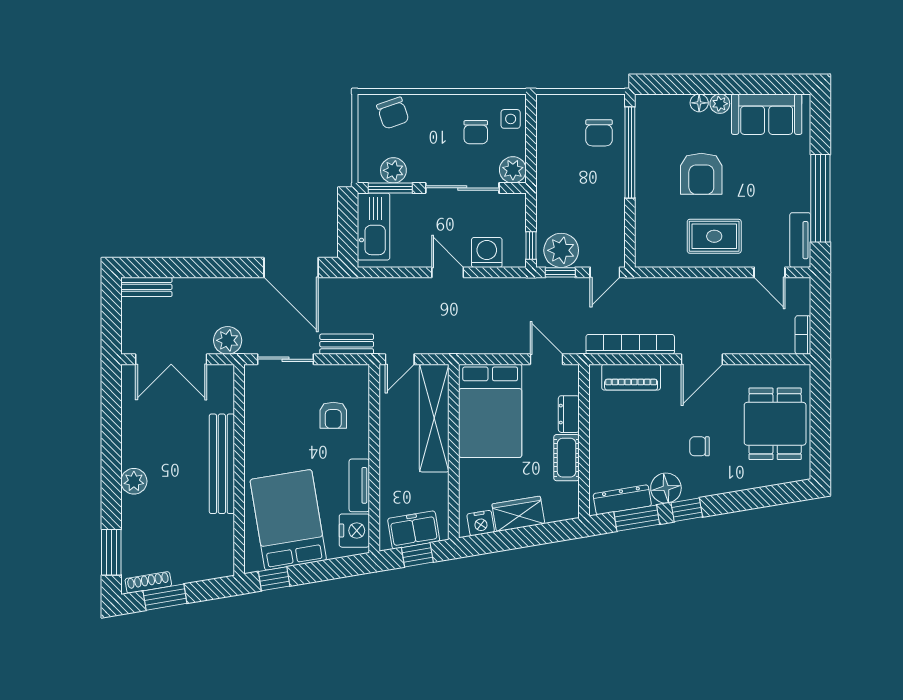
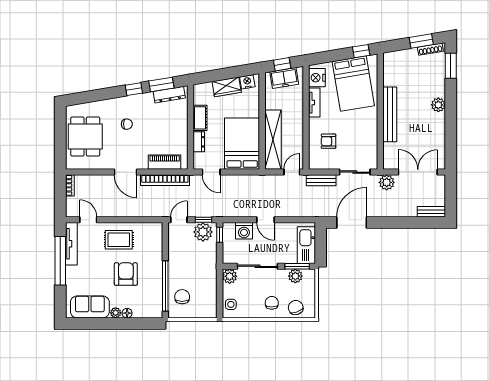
chair: (476, 132) -> (272, 303), moved
tv unit: (800, 240) -> (71, 244), width x1.41
door: (291, 268) -> (352, 222), hinge flipped
door: (702, 359) -> (126, 172), swing flipped
armchair: (333, 415) -> (328, 141), turned -90
floor lamp: (666, 488) -> (145, 101), removed

